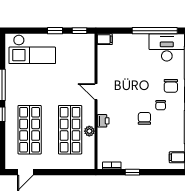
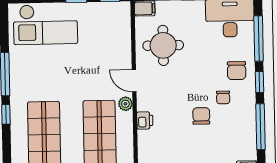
round table: (118, 66) -> (163, 45), added
plant: (89, 131) -> (125, 104), moved

